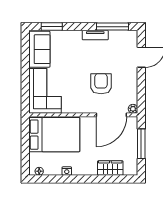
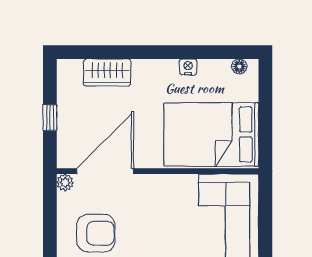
armchair: (101, 84) -> (96, 233), moved, turned -90
window: (141, 144) -> (50, 118), width x0.46

